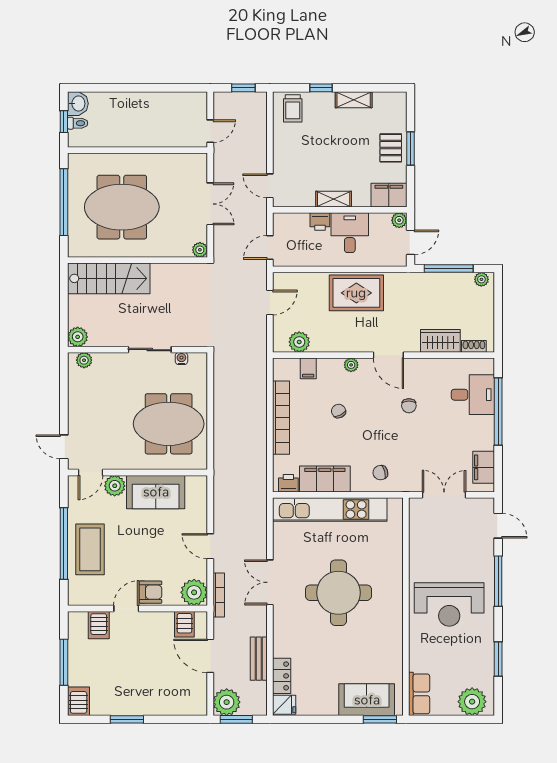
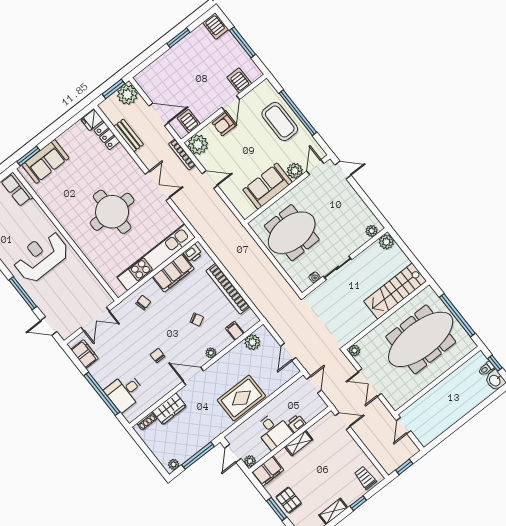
meeting table: (122, 207) -> (421, 339), width x1.36

